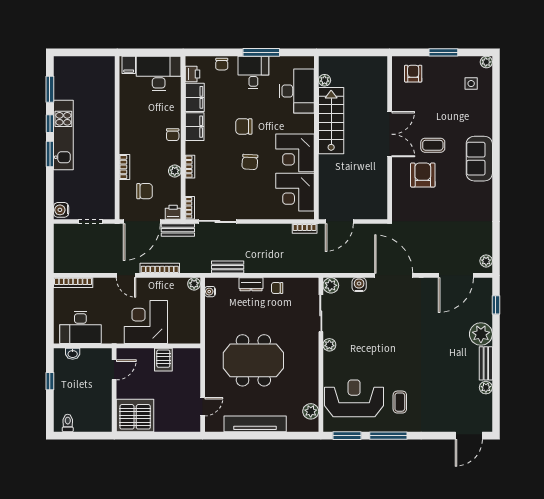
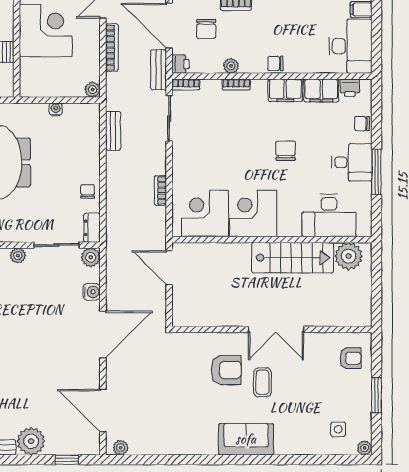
plant: (325, 80) -> (349, 256), width x1.88, depth x1.88
chair: (250, 162) -> (242, 158), removed
bookcase: (305, 229) -> (160, 190), moved
dresser: (251, 284) -> (92, 228), moved
water cooler: (210, 292) -> (56, 109), moved

